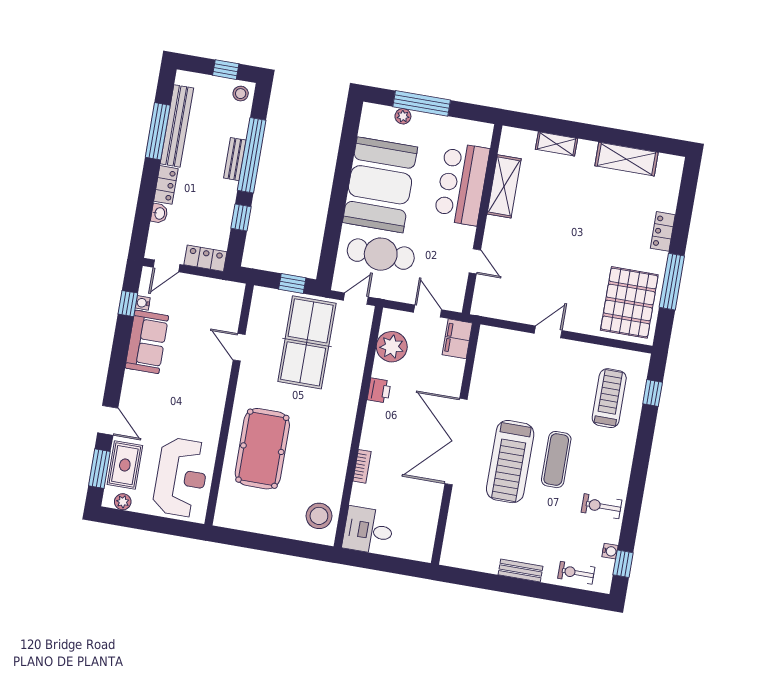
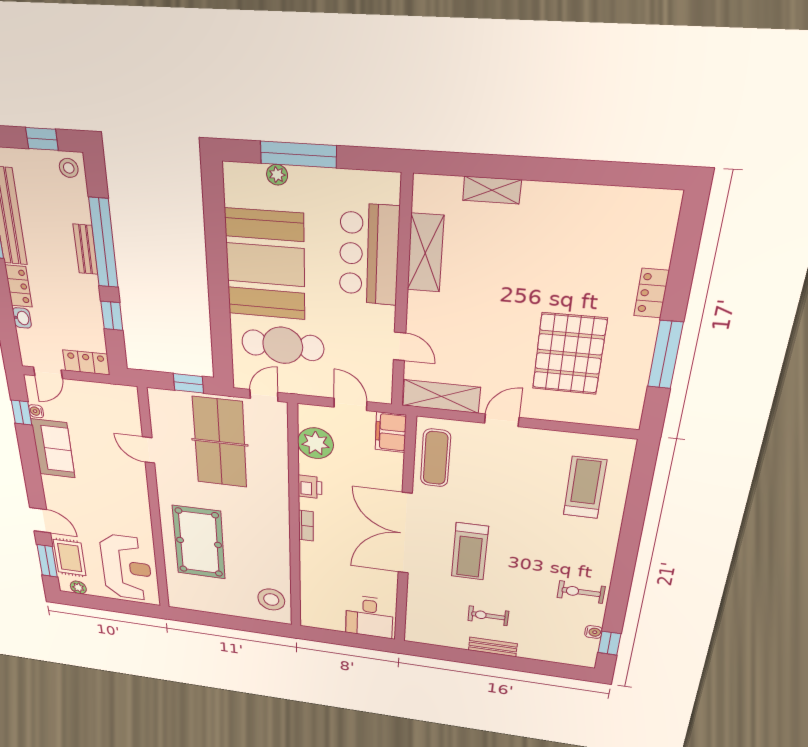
shelving: (626, 159) -> (441, 396), moved
pallet: (629, 302) -> (569, 354), moved
window: (653, 393) -> (641, 481), removed
exercise mat: (556, 460) -> (436, 458), moved
treadmill: (510, 462) -> (470, 551), width x0.73, depth x0.73
bookcase: (362, 466) -> (306, 526), moved
desk: (368, 530) -> (369, 617), moved, turned -90
exercise bike: (576, 573) -> (488, 616), moved

